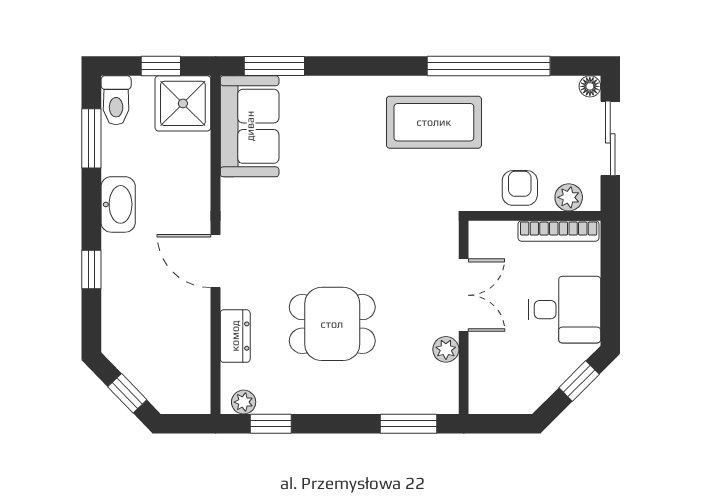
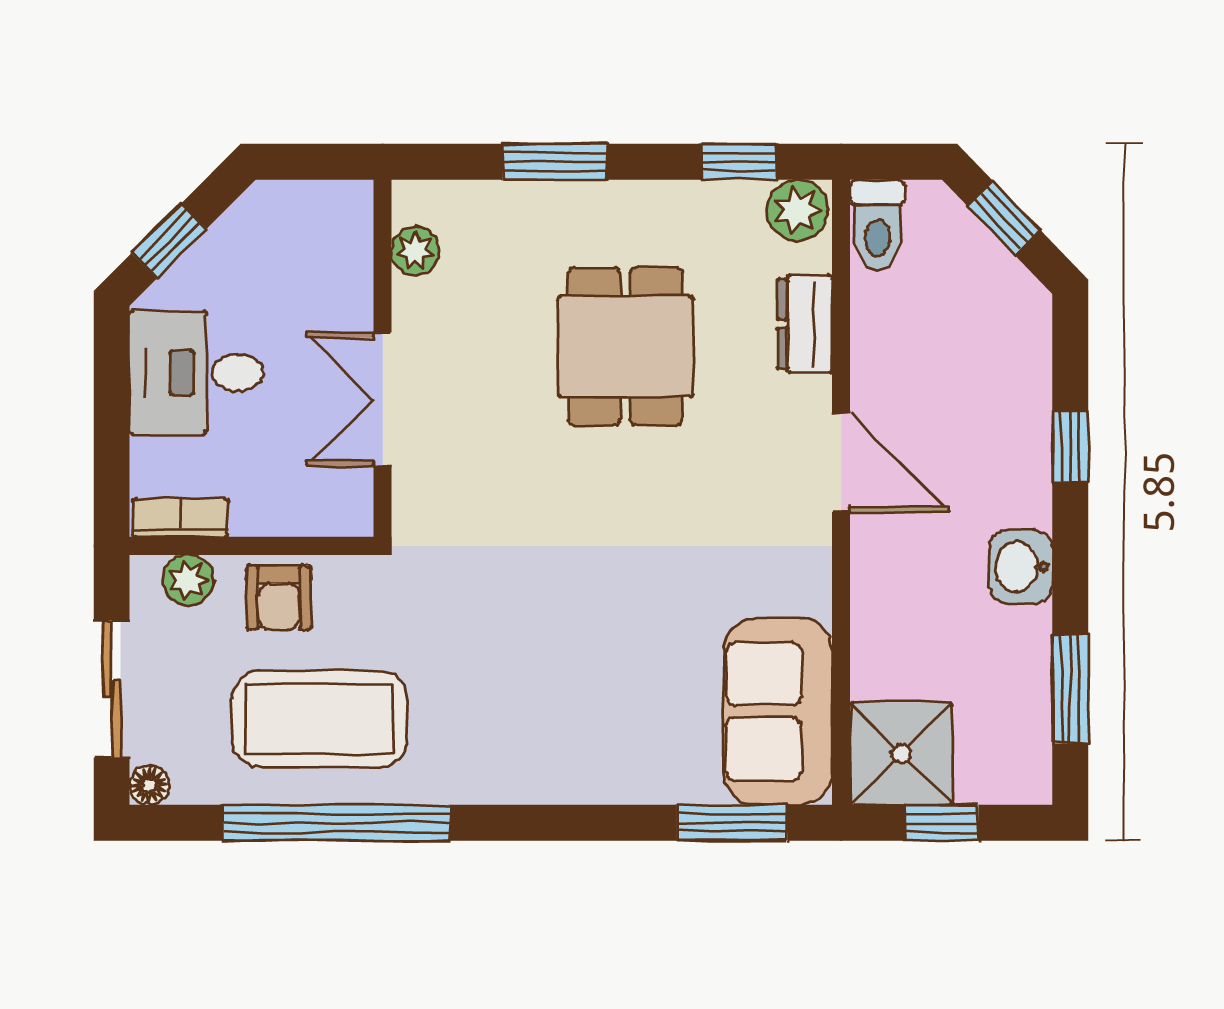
toilet: (116, 100) -> (878, 225), moved, turned 180
coffee table: (434, 122) -> (320, 719), moved
washbasin: (118, 204) -> (1021, 567), width x0.72
bookcase: (559, 231) -> (180, 518), width x0.64
dining table: (332, 324) -> (625, 346), turned 90
plant: (446, 349) -> (415, 251), moved
plant: (244, 402) -> (797, 210), width x1.38, depth x1.38
window: (409, 424) -> (555, 162), moved

